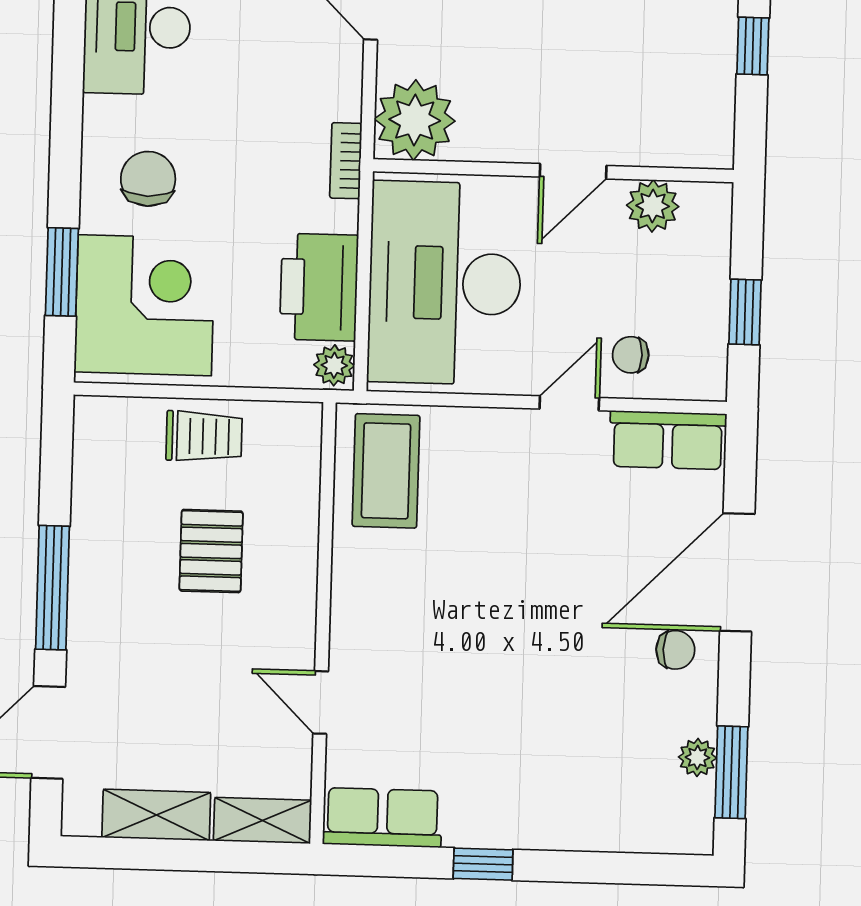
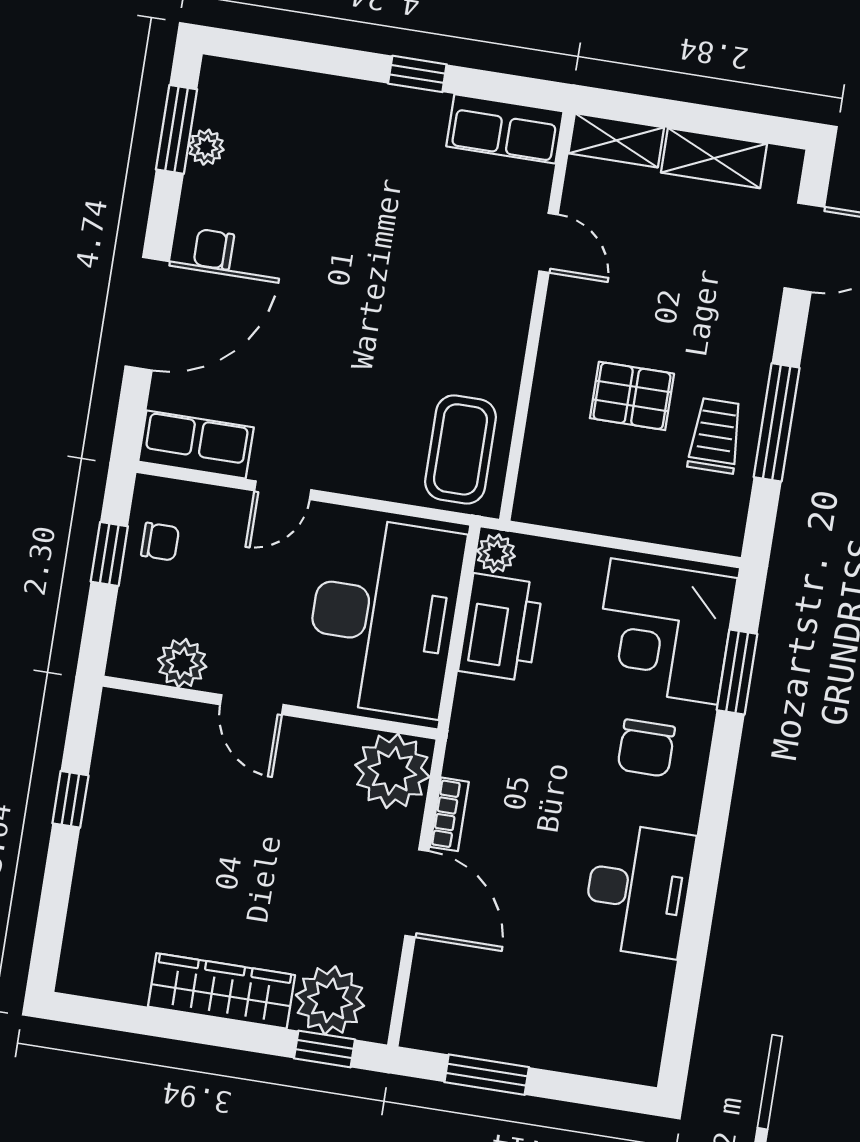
bookcase: (346, 161) -> (449, 814), moved
door: (573, 171) -> (252, 705), swing flipped
chair: (631, 355) -> (160, 542), moved
trolley: (204, 436) -> (716, 436), moved, turned 90
pallet: (211, 551) -> (632, 396), turned 90
window: (52, 588) -> (777, 422), moved

